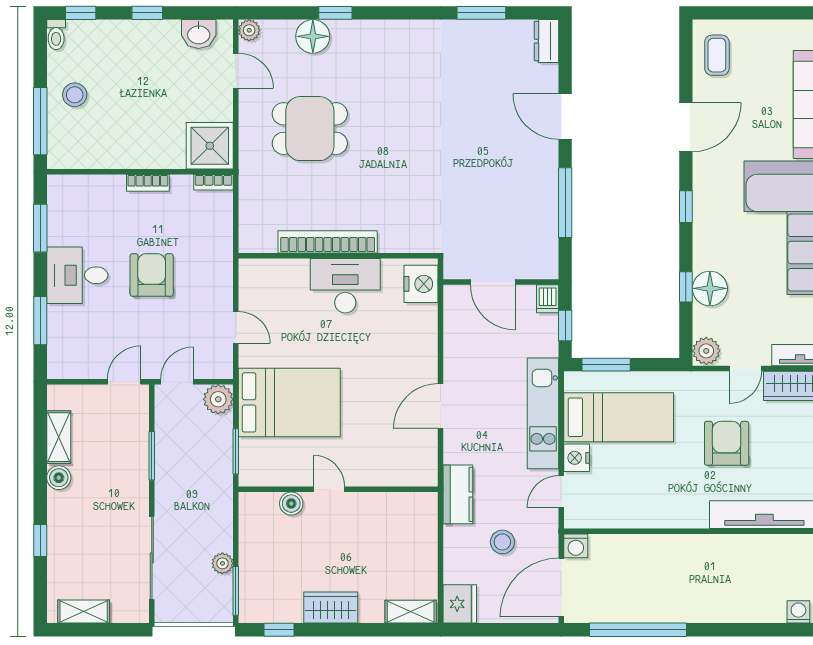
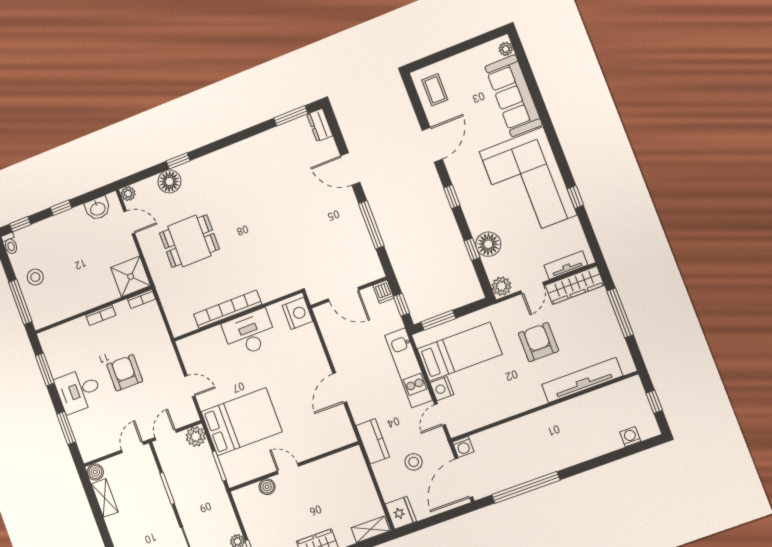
window: (481, 13) -> (291, 116), moved
boiler: (59, 478) -> (95, 472), moved

